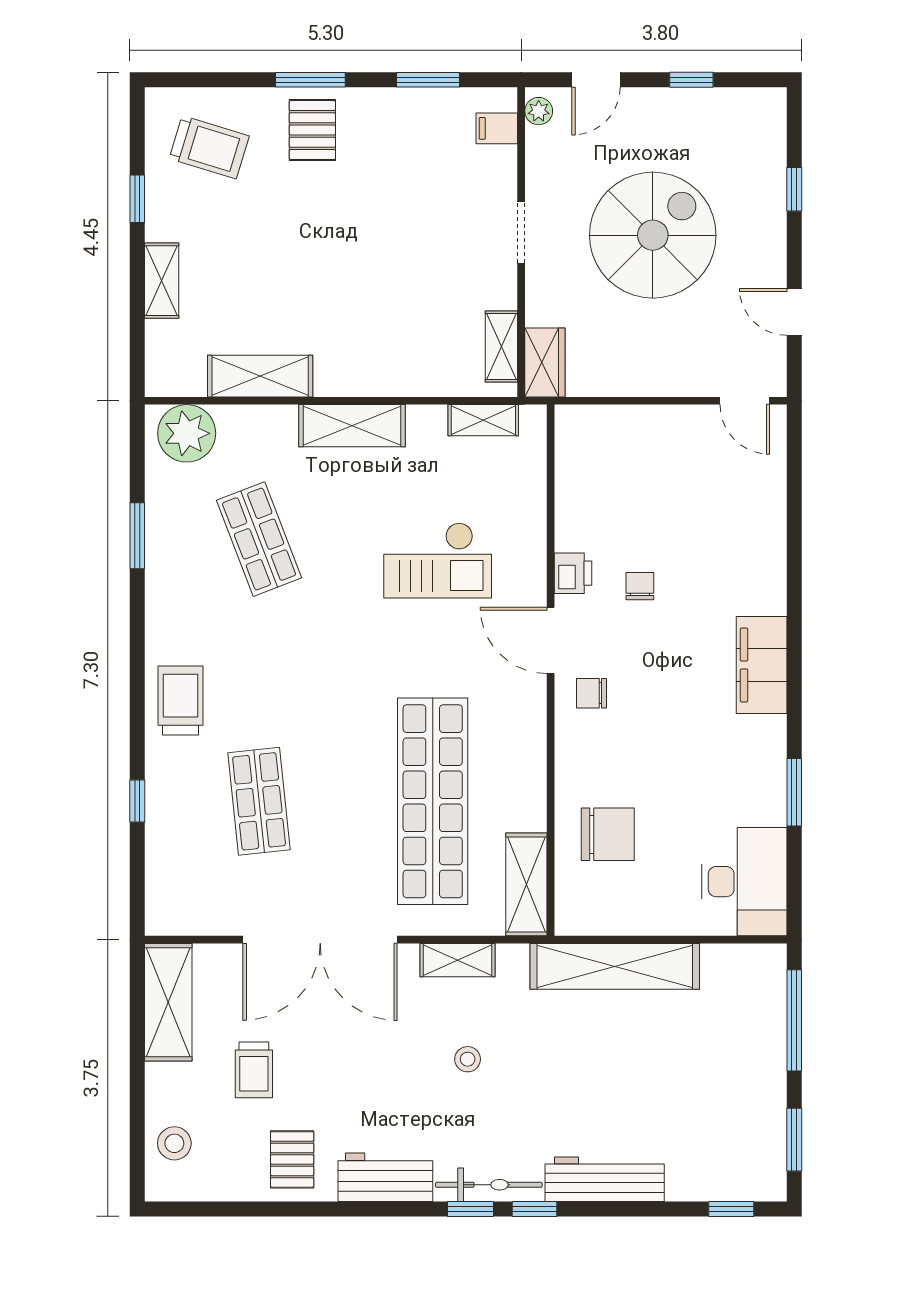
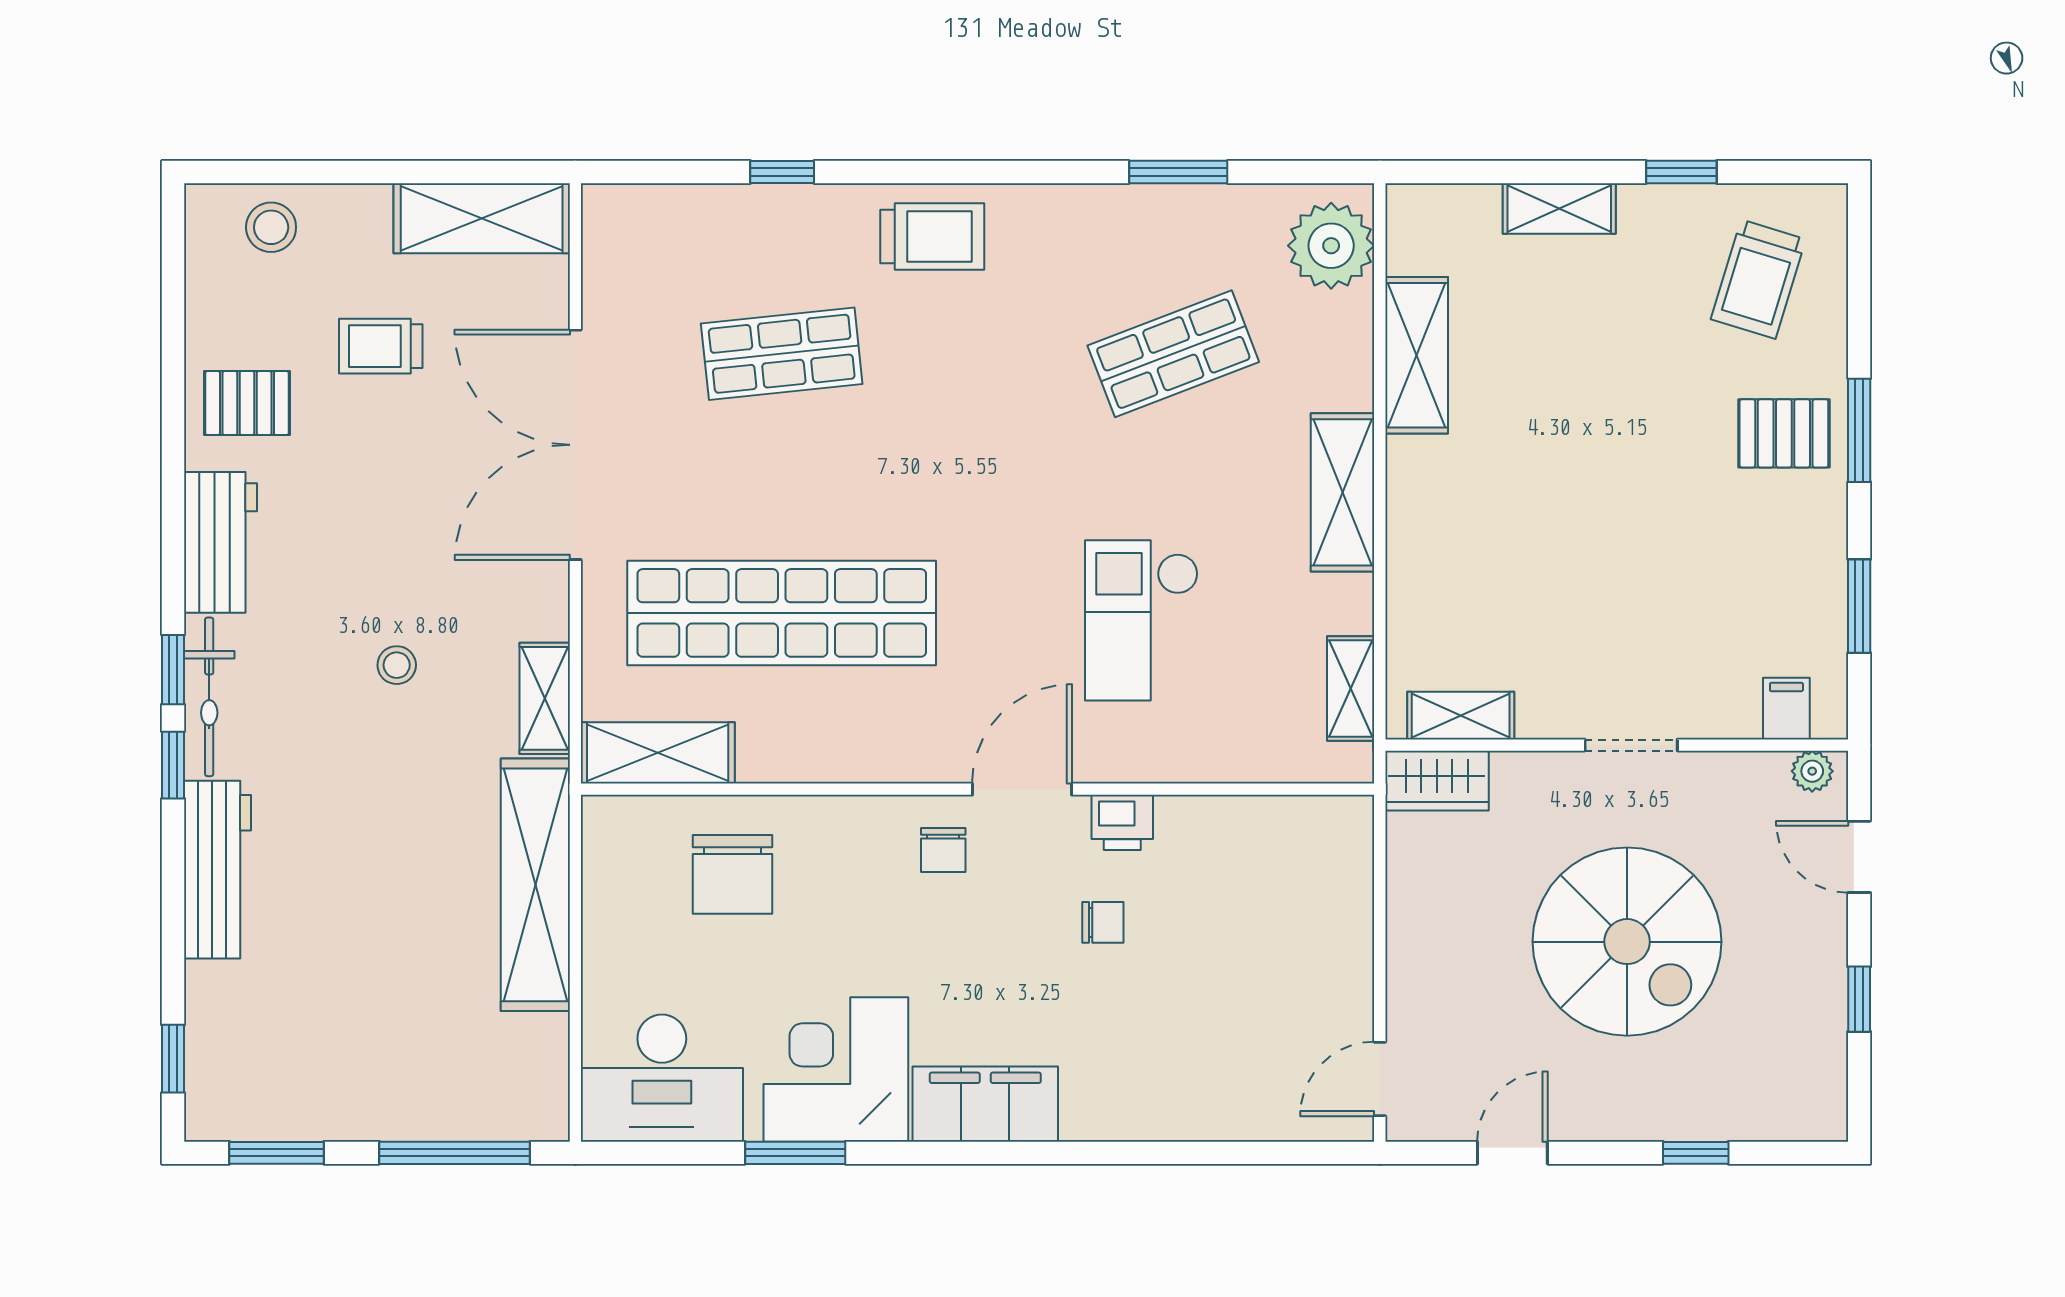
chair: (591, 693) -> (943, 850), turned 180
corner desk: (738, 765) -> (836, 1069), added
shelving: (457, 960) -> (545, 698), moved

